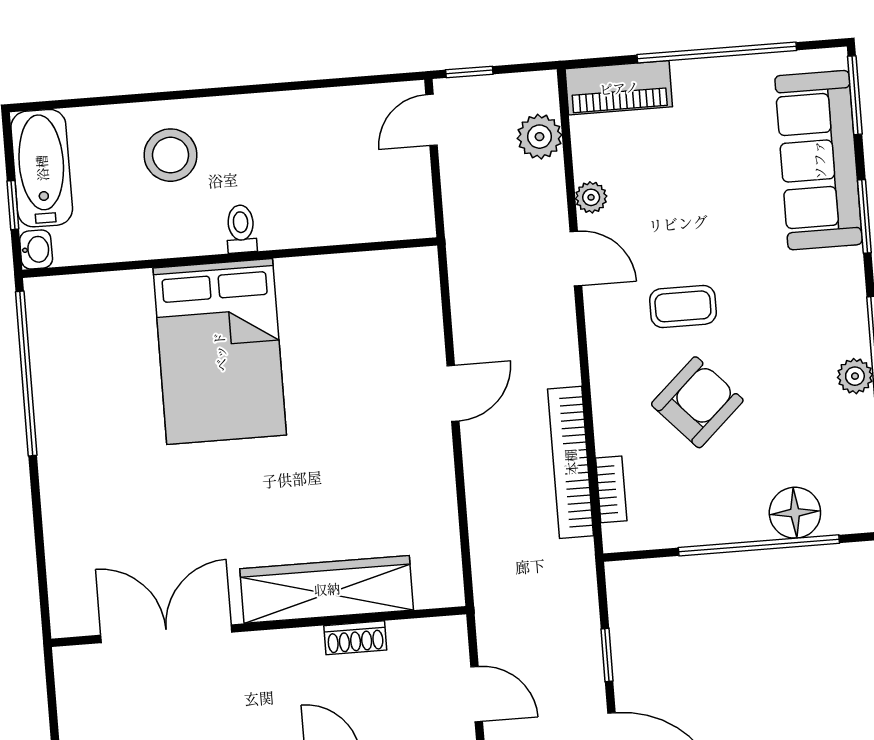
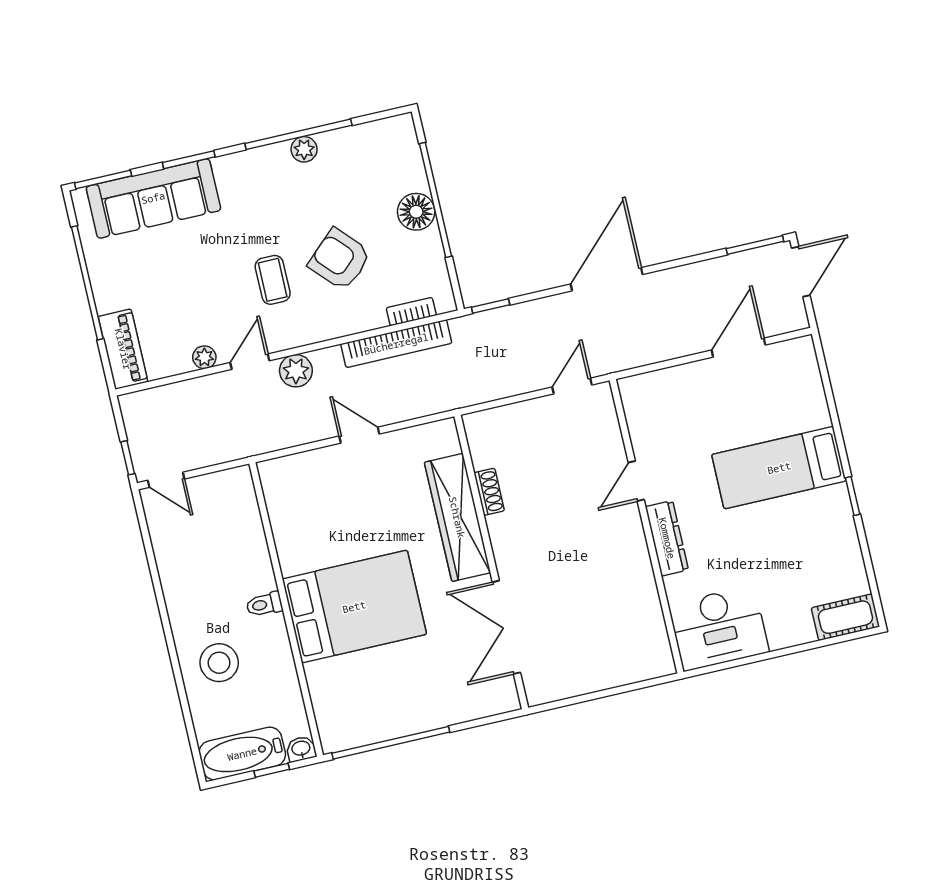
plant: (540, 137) -> (296, 371), moved
floor lamp: (795, 513) -> (416, 212), moved
wardrobe: (327, 589) -> (457, 517), moved
wall: (259, 626) -> (491, 562), moved
double door: (166, 634) -> (506, 627), moved
shoe rack: (355, 638) -> (489, 492), moved
window: (607, 655) -> (491, 306), moved

